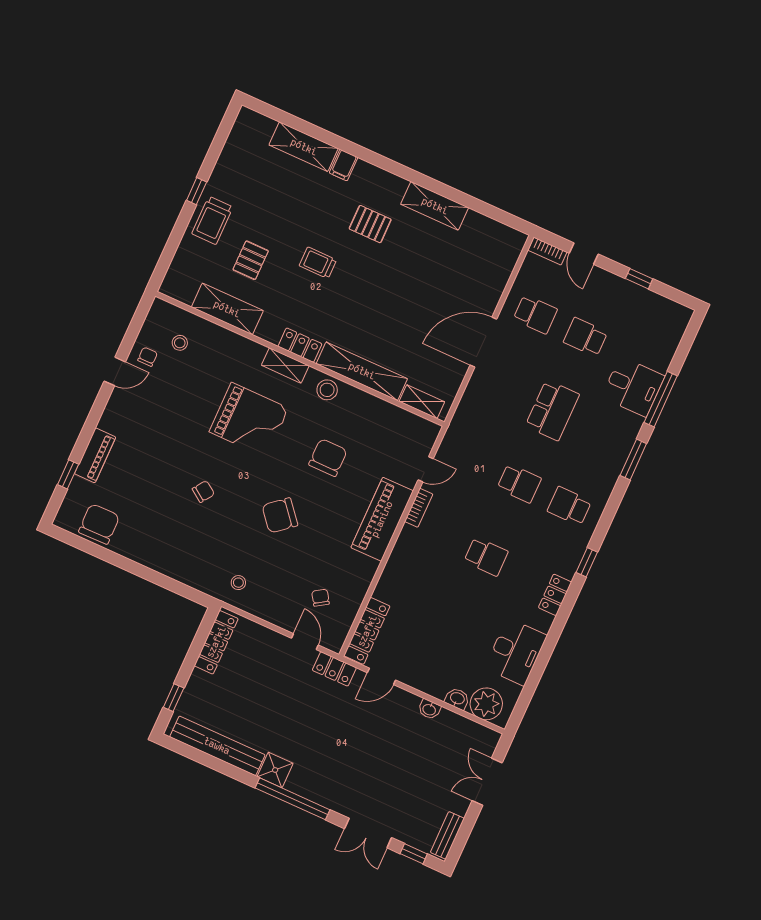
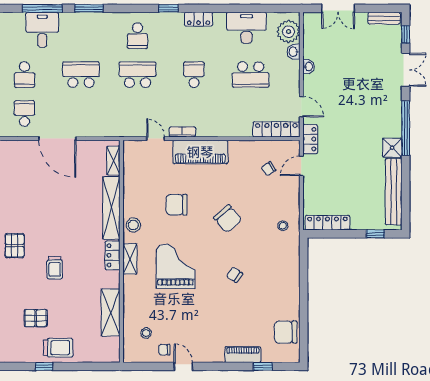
pallet: (251, 260) -> (36, 318), moved
school desk: (519, 483) -> (137, 75), width x1.85
school desk: (453, 630) -> (251, 75), added

